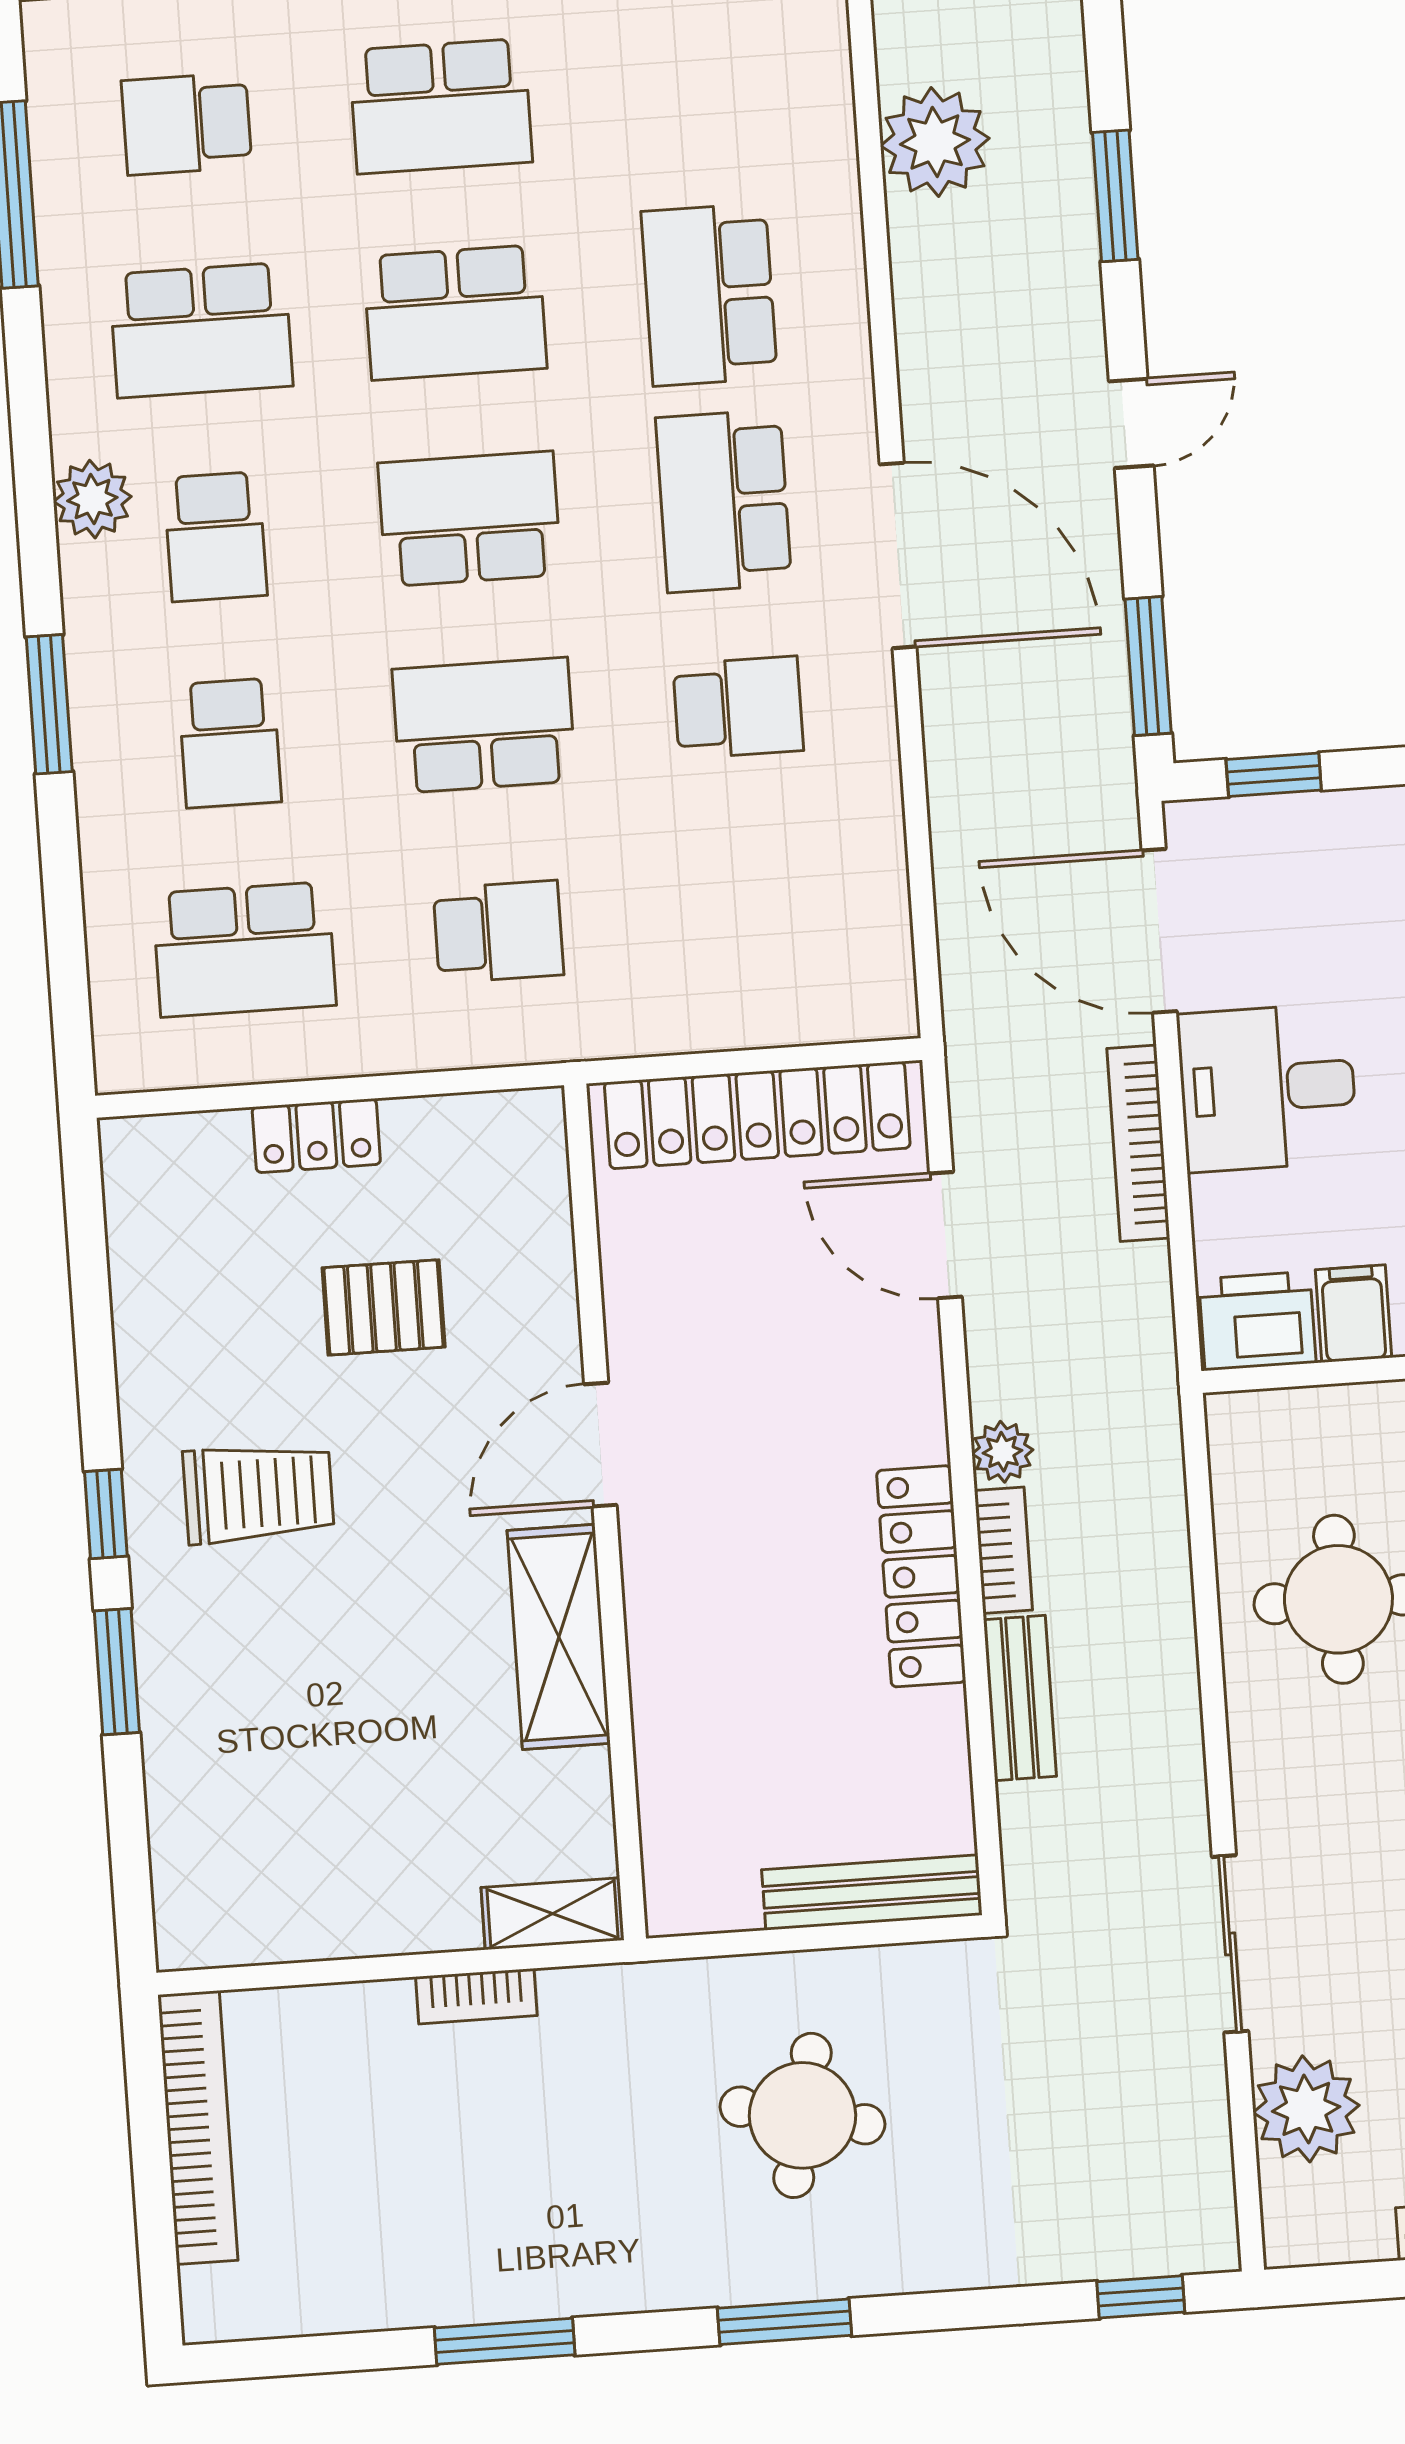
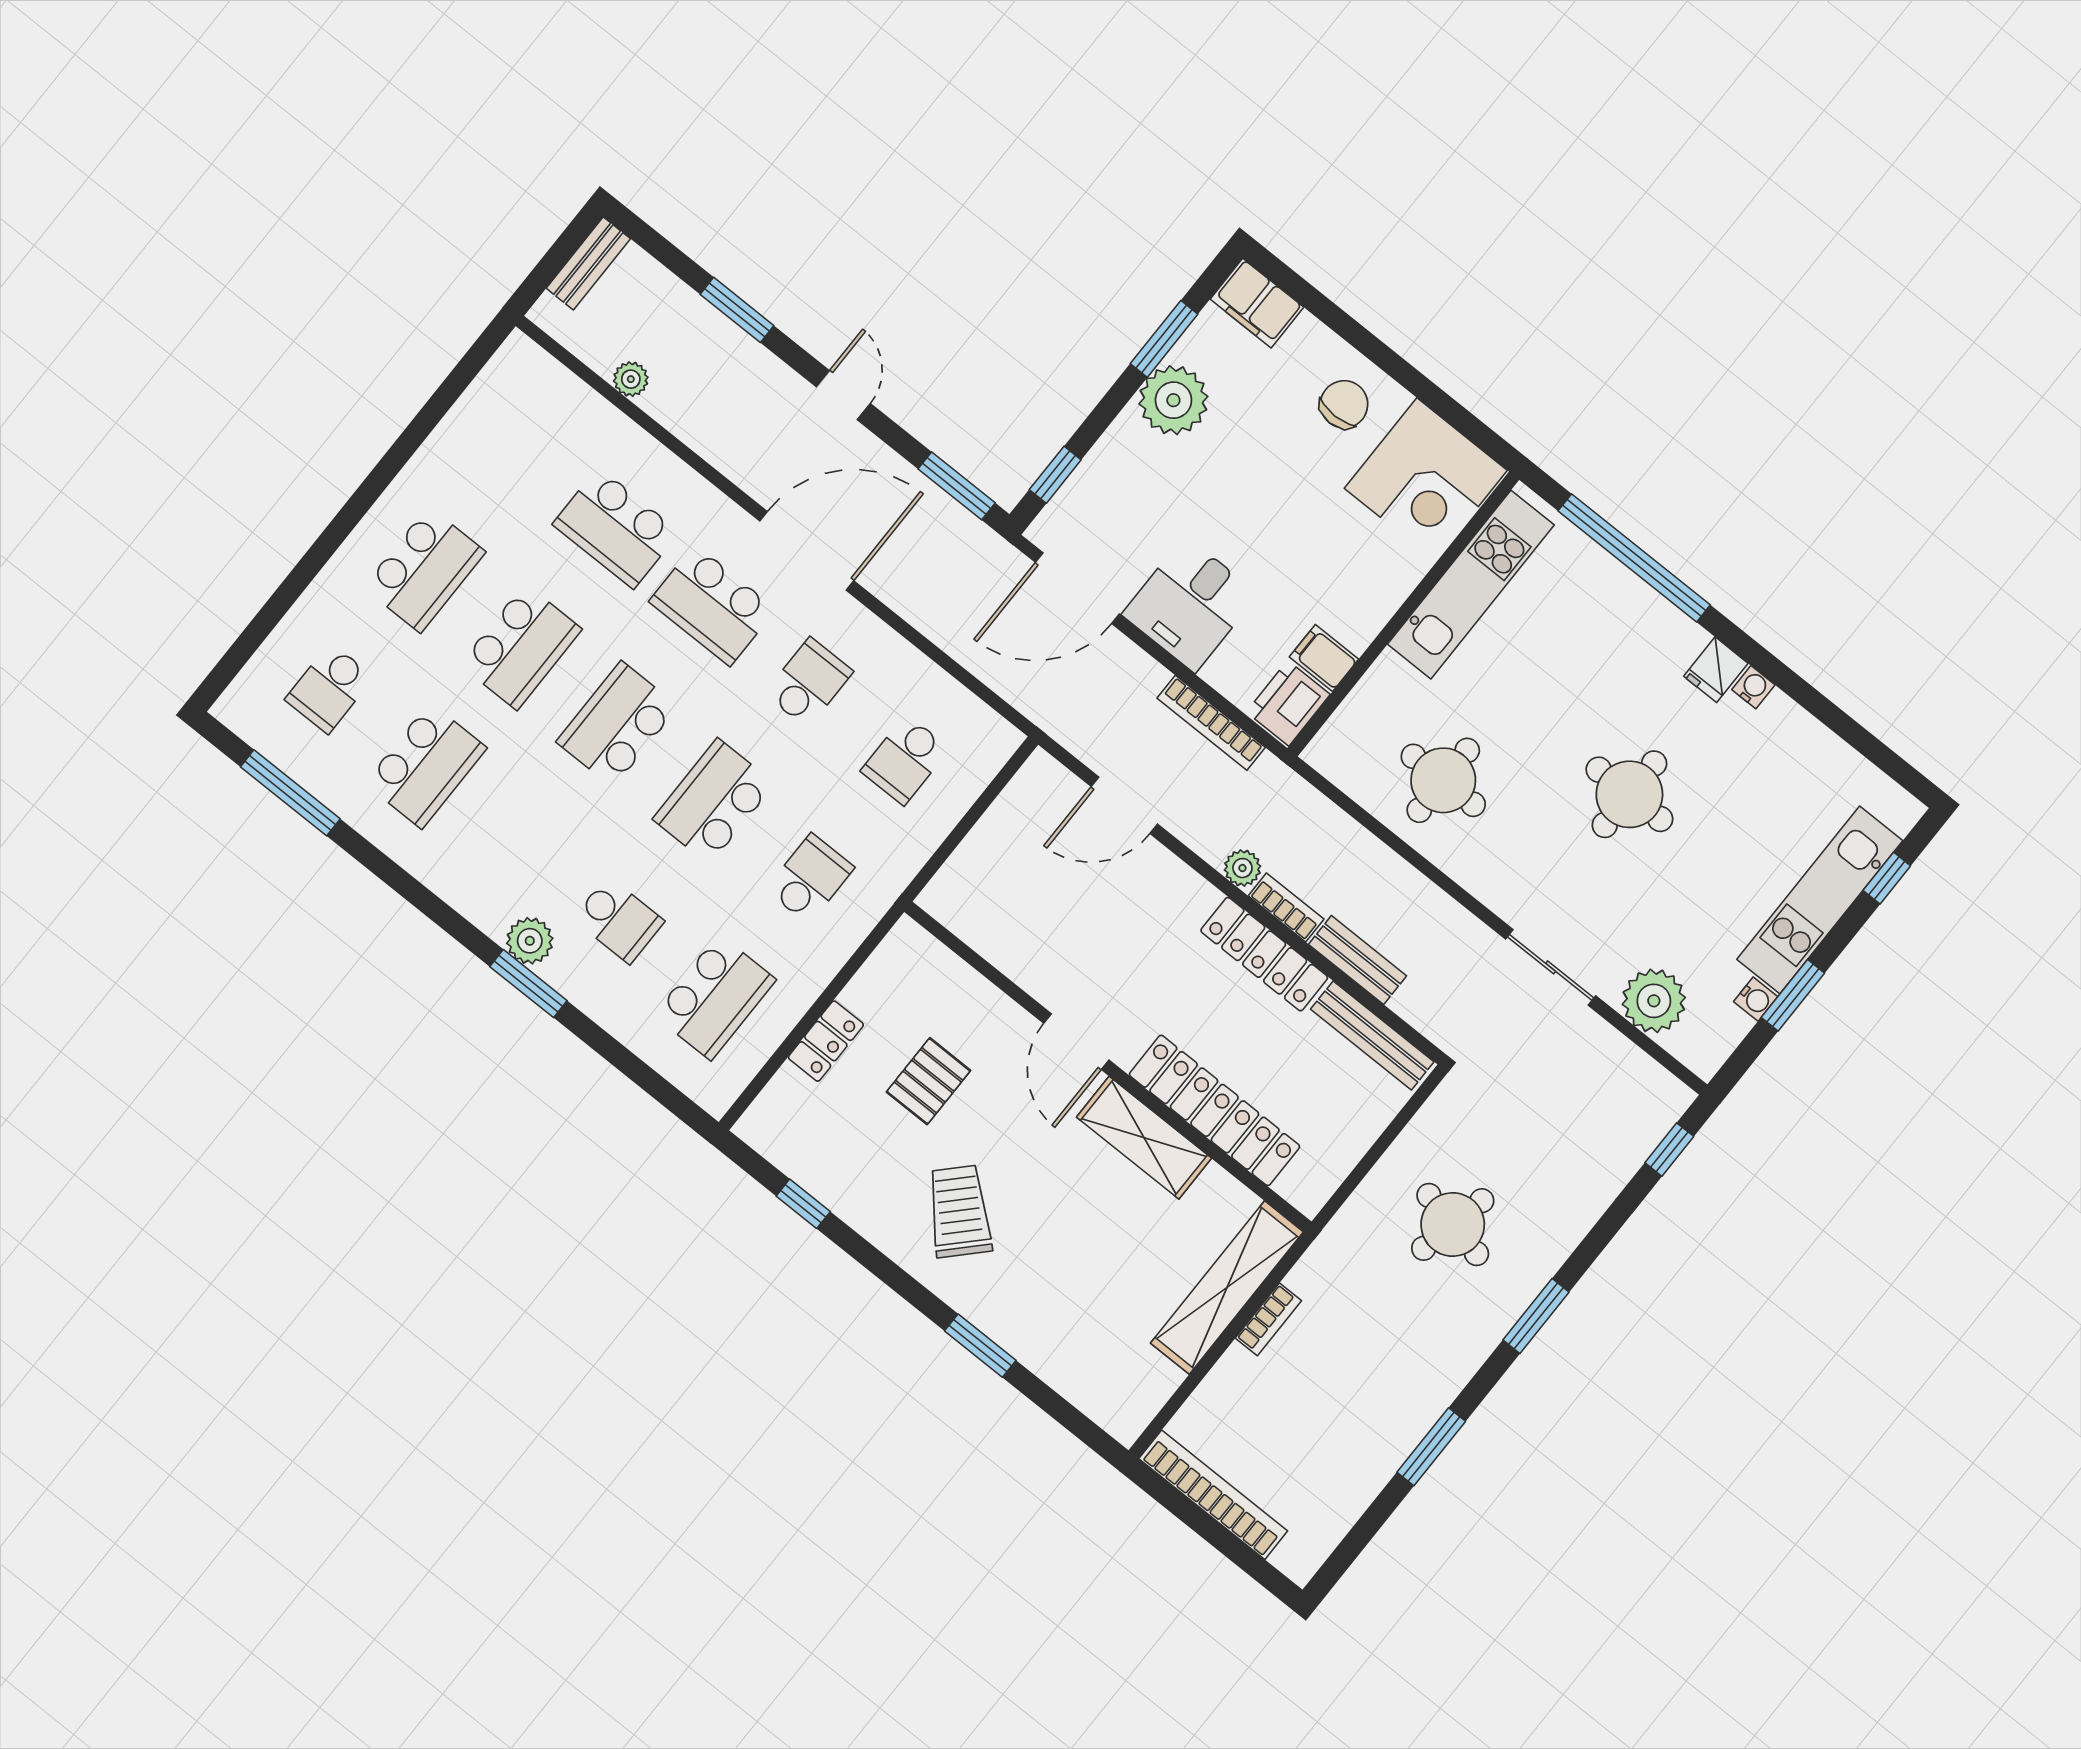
plant: (935, 142) -> (631, 379), width x0.53, depth x0.53
plant: (92, 499) -> (530, 941), moved
school desk: (215, 537) -> (905, 760), moved, turned 90
locker: (757, 1115) -> (1214, 1110), moved, turned -90
bookcase: (1138, 1143) -> (1211, 723), moved
trolley: (258, 1493) -> (959, 1211), turned -46
window: (106, 1514) -> (803, 1204), moved
bench: (872, 1892) -> (1372, 1035), moved, turned 90
shelving: (553, 1914) -> (1227, 1287), width x2.20, depth x1.33

